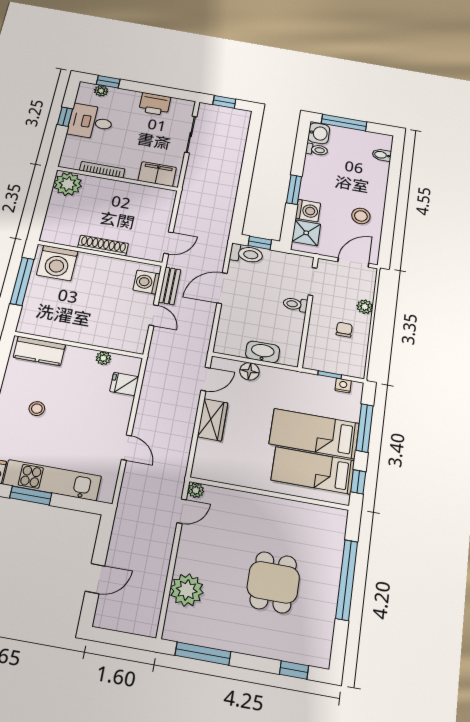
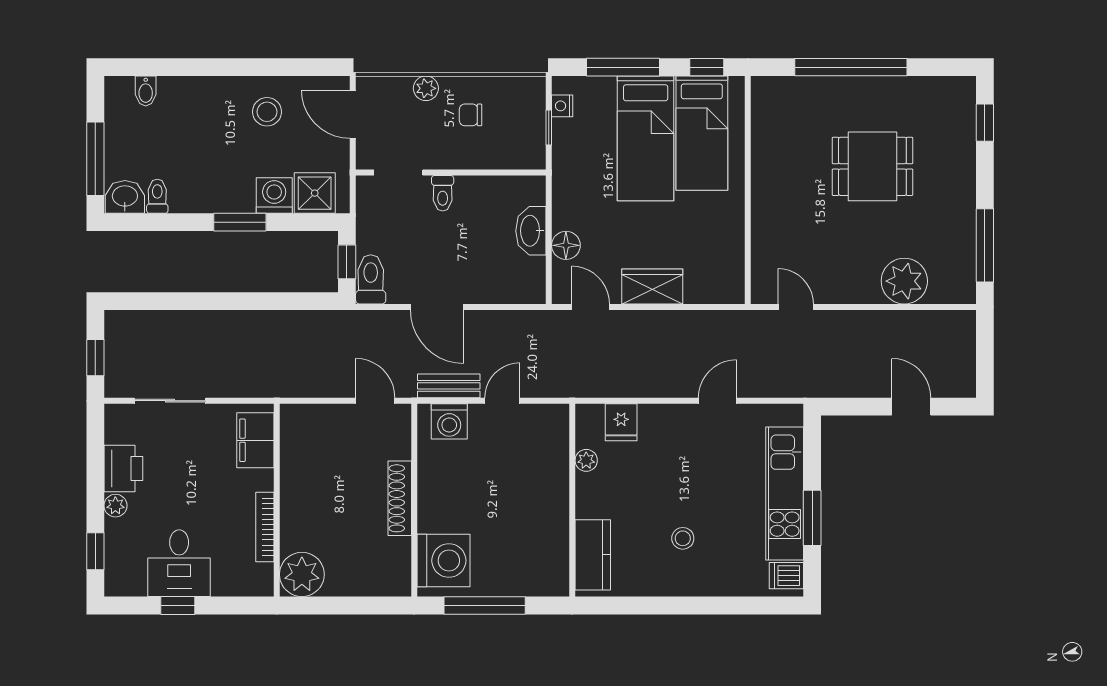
plant: (101, 91) -> (115, 506), moved
plant: (196, 490) -> (762, 293), removed

